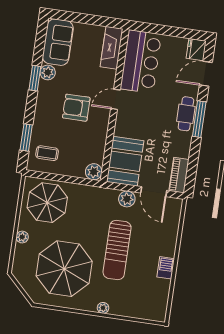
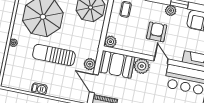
plant: (48, 72) -> (171, 11), moved
plant: (125, 126) -> (142, 66), added
door: (154, 192) -> (94, 83), hinge flipped

